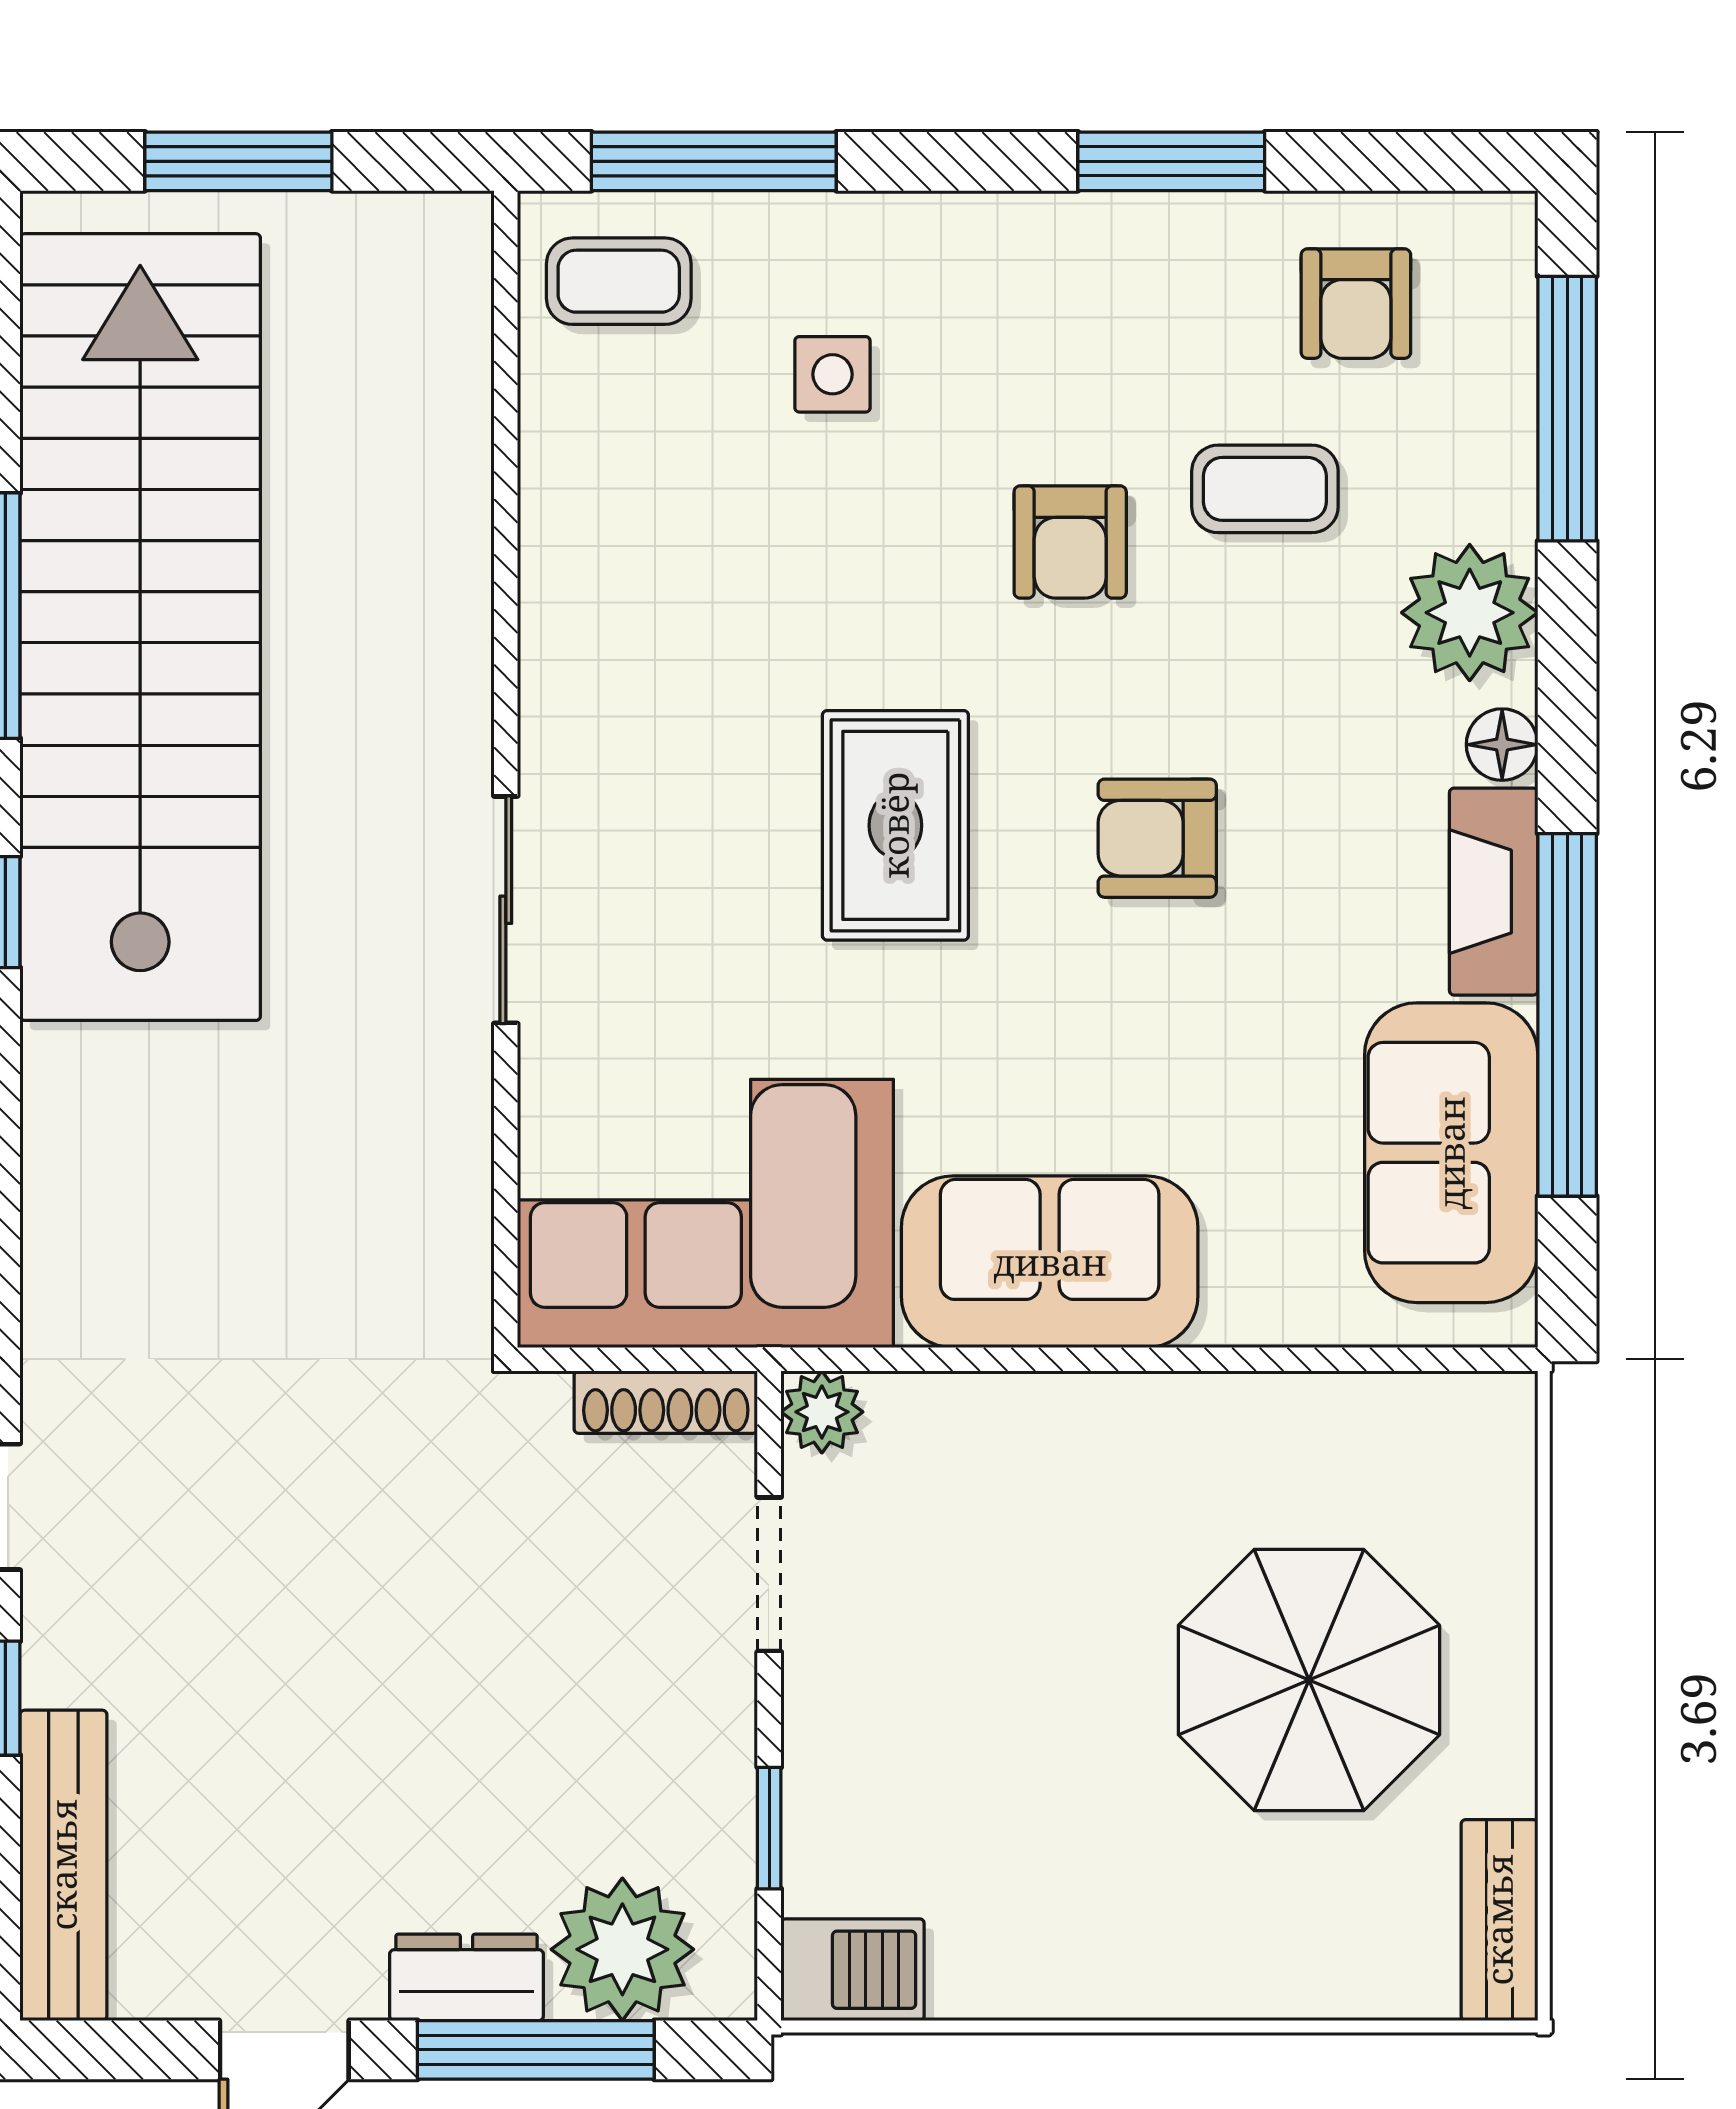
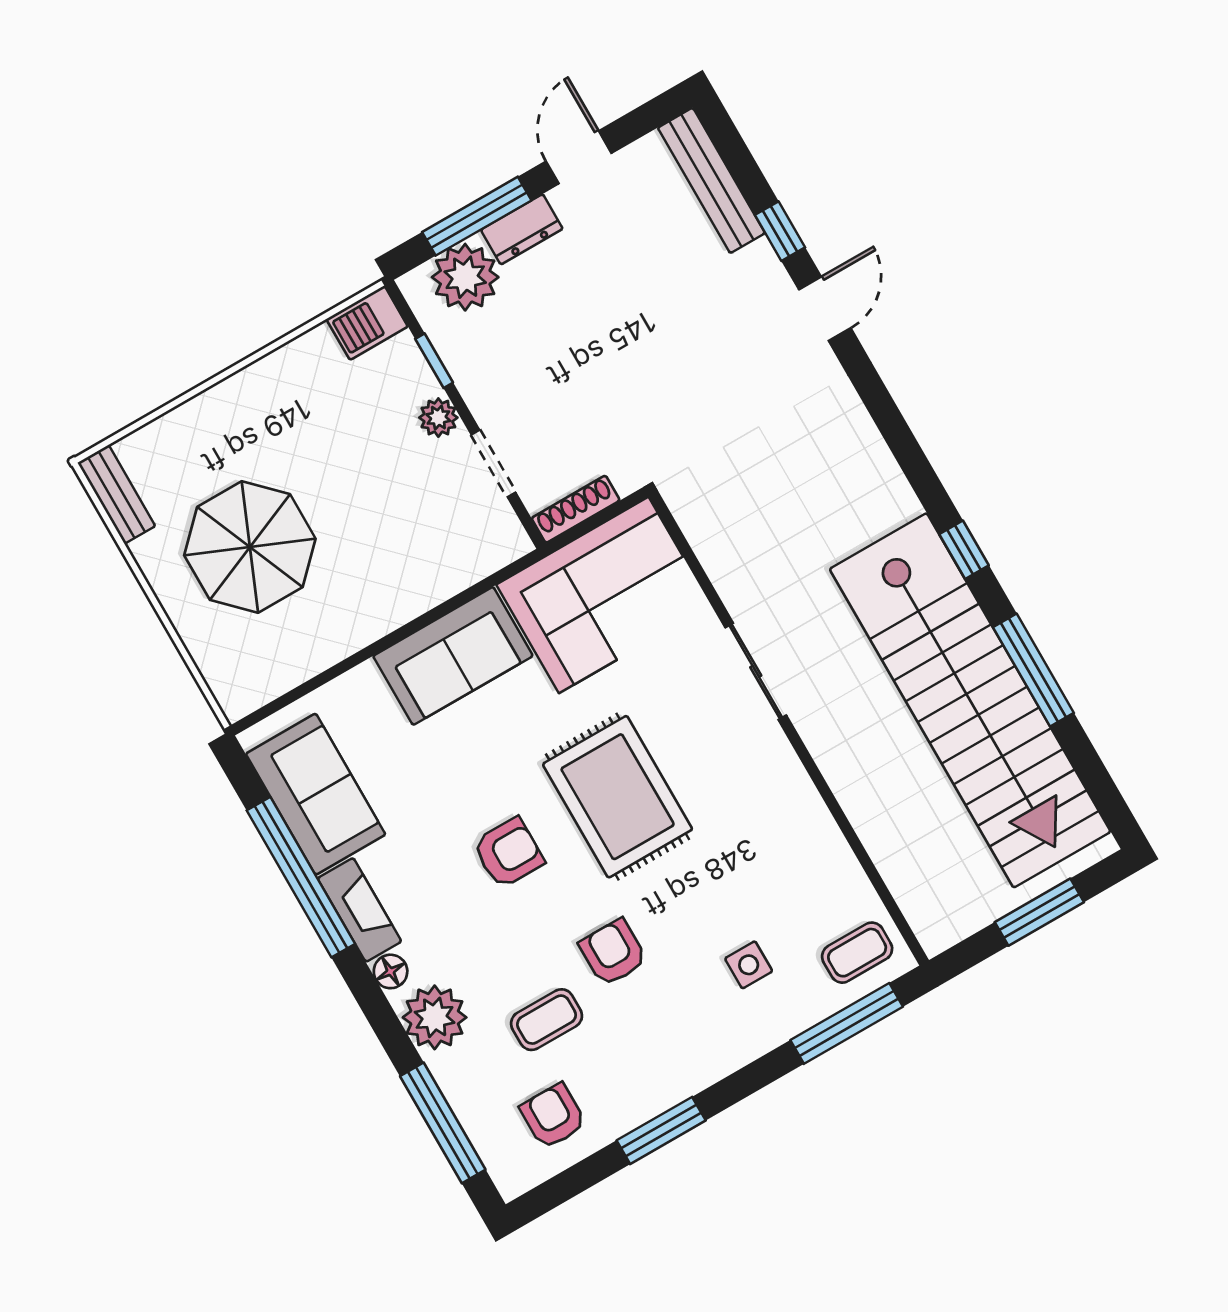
rug: (895, 825) -> (618, 797), width x1.36, depth x1.43
plant: (822, 1412) -> (438, 418), moved

